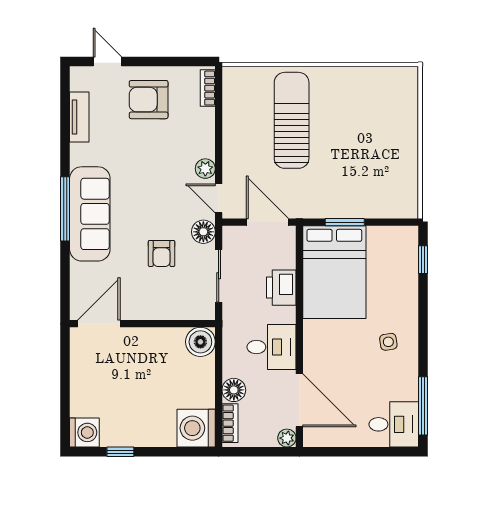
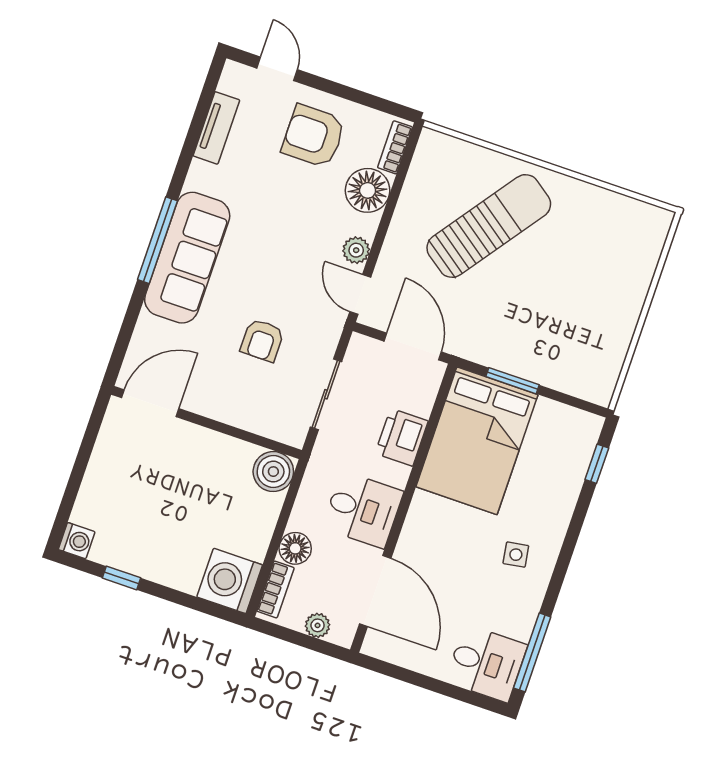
sun lounger: (292, 120) -> (489, 226), turned 36
floor lamp: (203, 232) -> (368, 190), moved, width x1.38, depth x1.38
washing machine: (84, 432) -> (77, 541), width x0.73, depth x0.73
plant: (287, 438) -> (318, 625), moved

